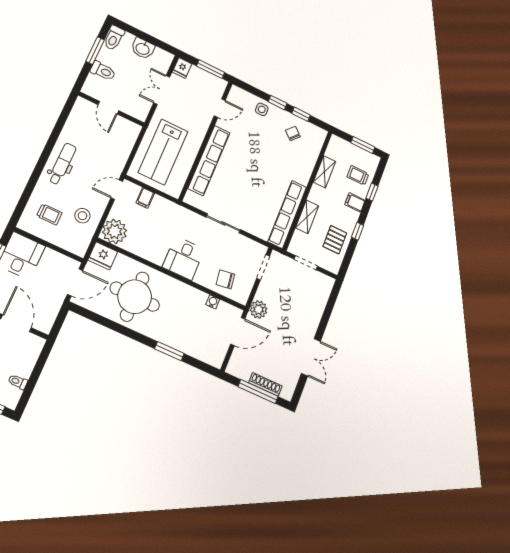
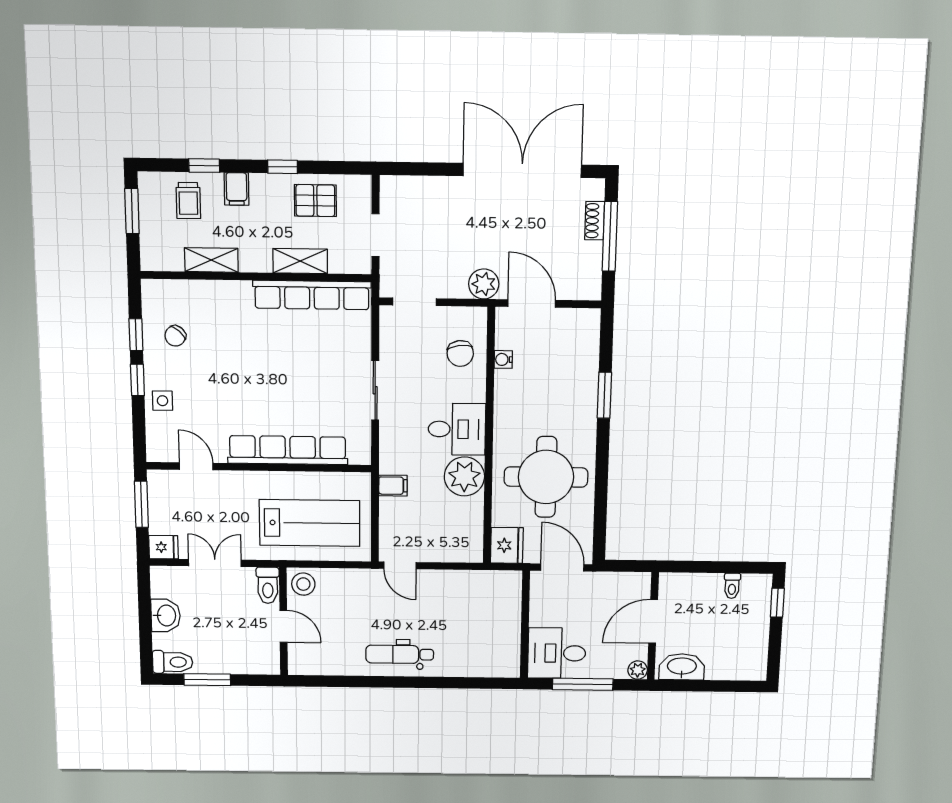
toilet: (103, 71) -> (268, 585), moved, turned 180
double door: (162, 90) -> (215, 563), swing flipped
door: (108, 108) -> (283, 626), hinge flipped
filing cabinet: (145, 198) -> (393, 486), moved
trolley: (49, 214) -> (481, 641), removed
stool: (82, 216) -> (303, 584), moved
plant: (115, 231) -> (464, 476), moved
double door: (311, 357) -> (522, 170), width x1.87
shoe rack: (265, 384) -> (595, 221), width x0.70

